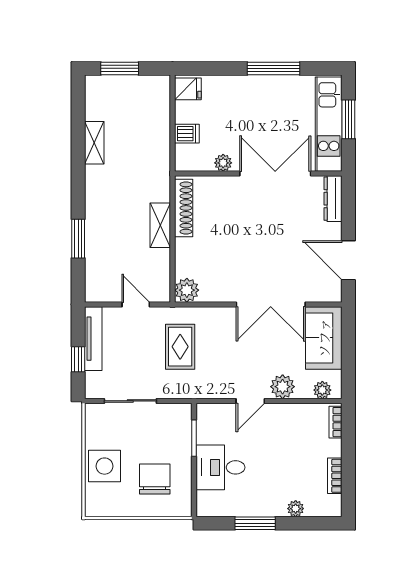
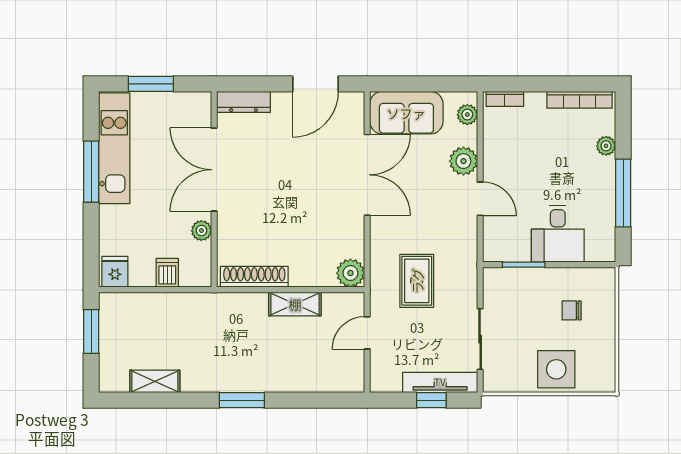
window: (120, 68) -> (91, 331), moved
kitchen unit: (329, 124) -> (114, 148), moved, turned -90
shelving: (94, 143) -> (155, 381), moved
shelving: (160, 225) -> (295, 304), moved
window: (78, 239) -> (242, 400), moved
tv unit: (93, 339) -> (440, 382), moved
rug: (180, 347) -> (417, 281), turned 90
bookcase: (335, 476) -> (580, 100), width x1.56
chair: (155, 479) -> (572, 310), width x0.54, depth x0.54
window: (255, 523) -> (623, 193), width x1.44

